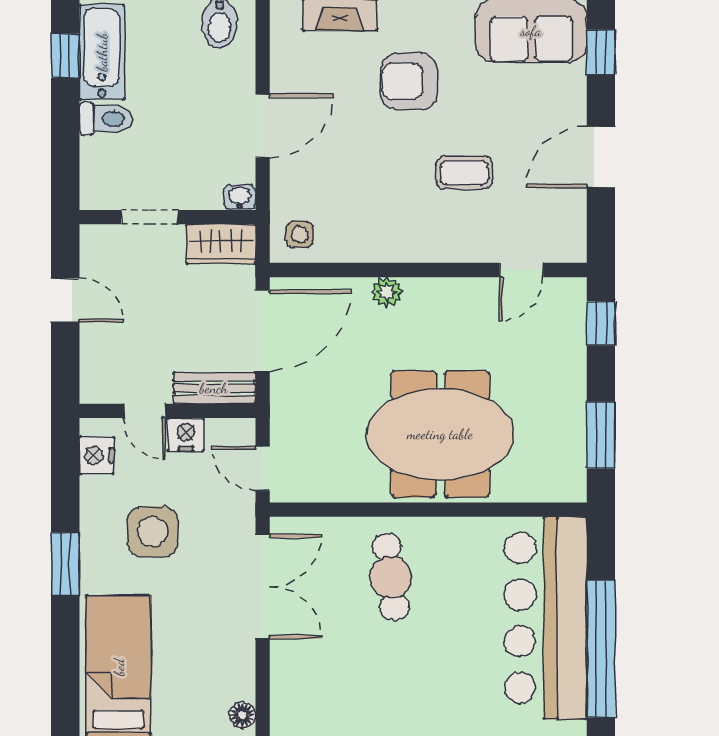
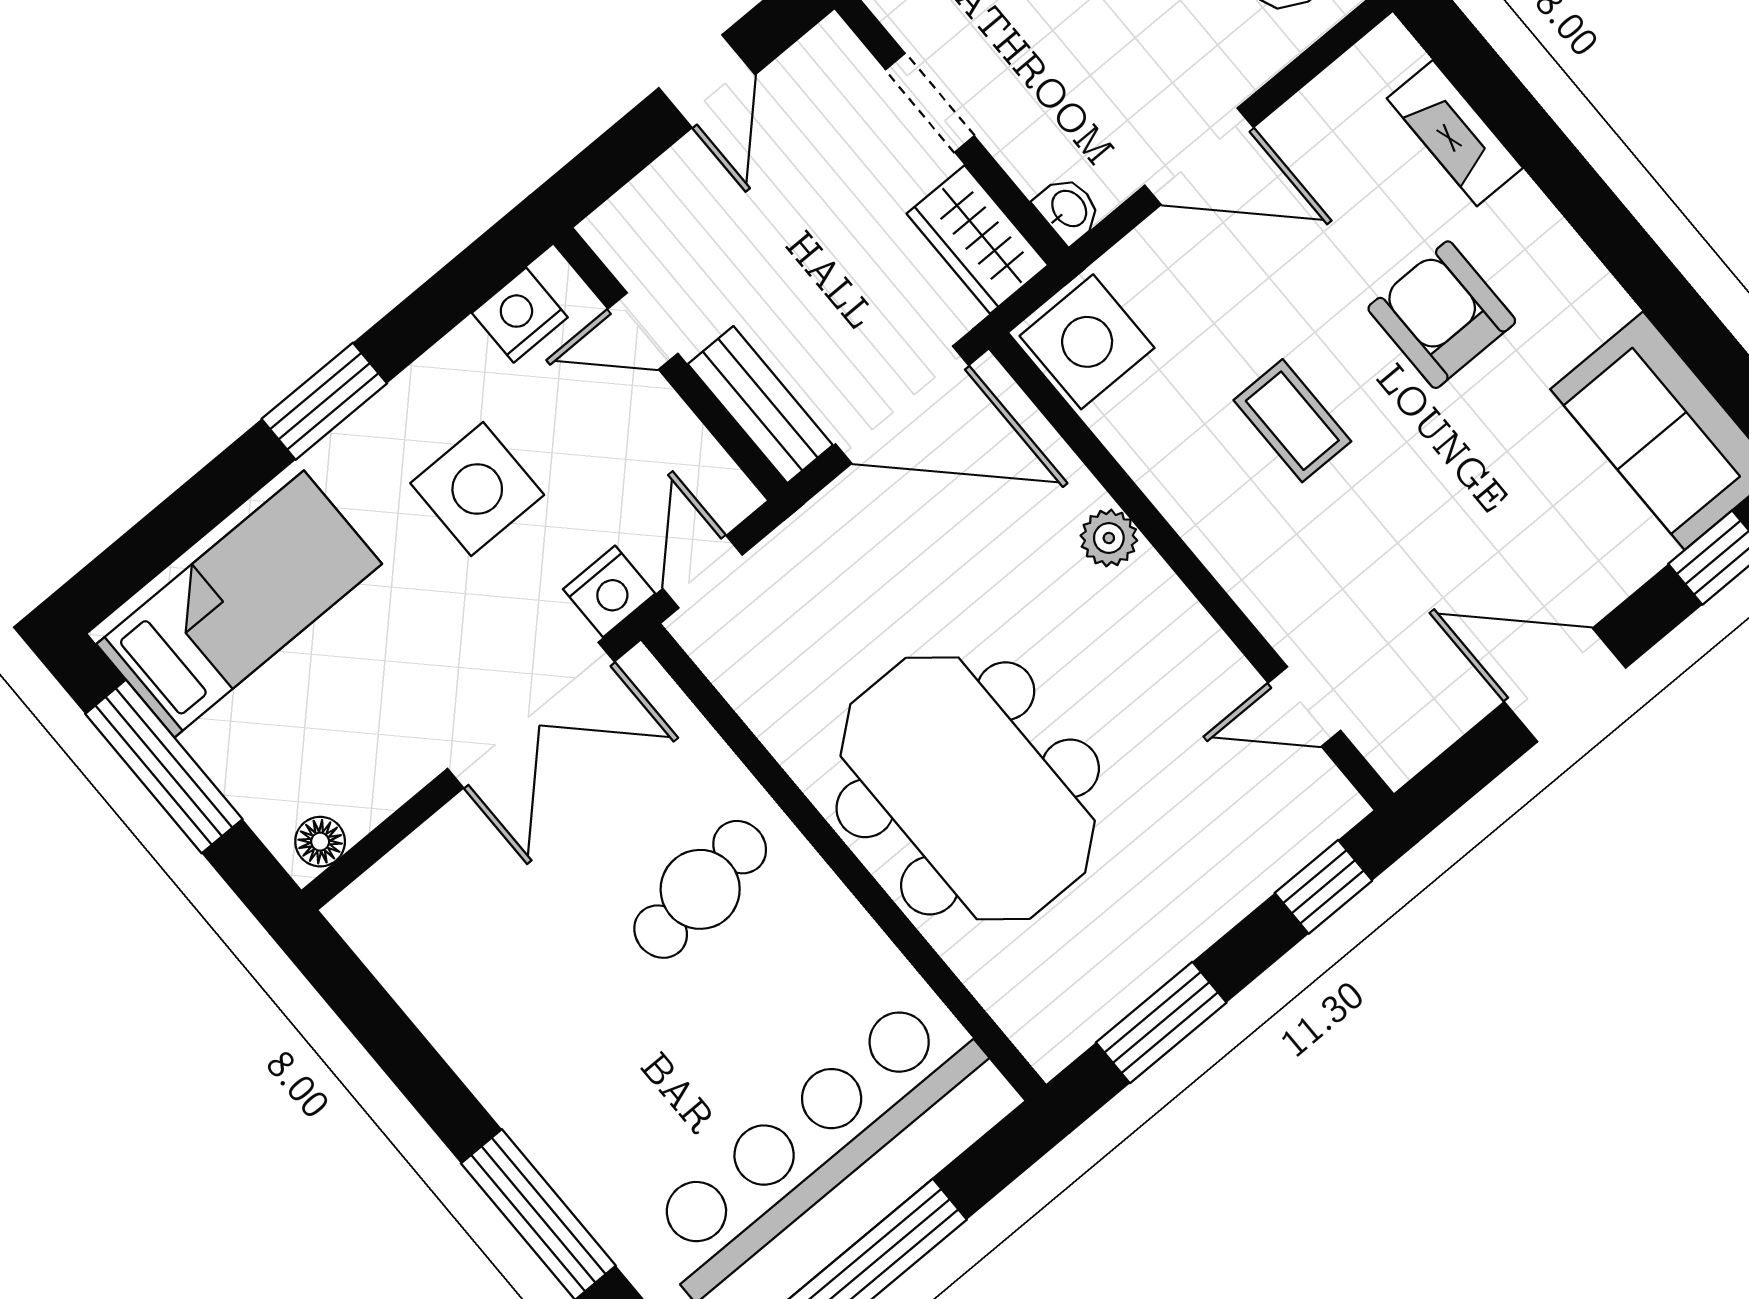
coffee table: (464, 173) -> (1292, 421), moved
side table: (300, 234) -> (1087, 342), width x1.87, depth x1.87
door: (145, 411) -> (643, 331), hinge flipped
nightstand: (186, 435) -> (609, 591), moved, turned 90

